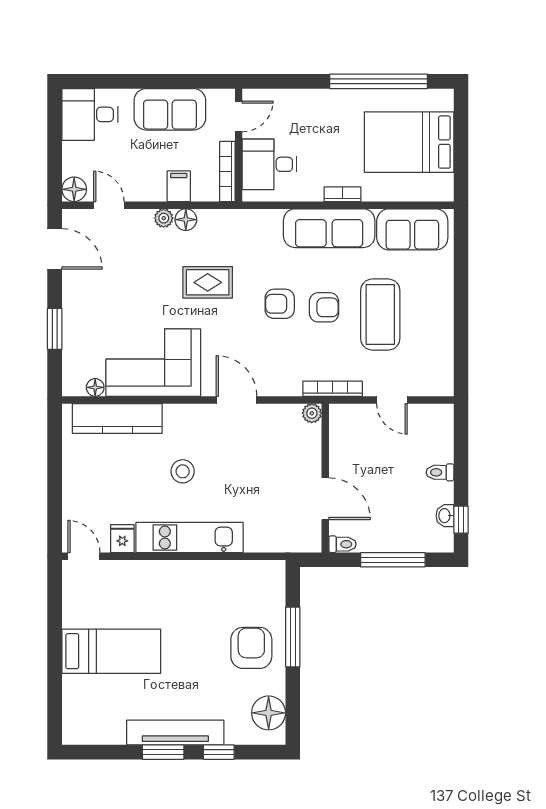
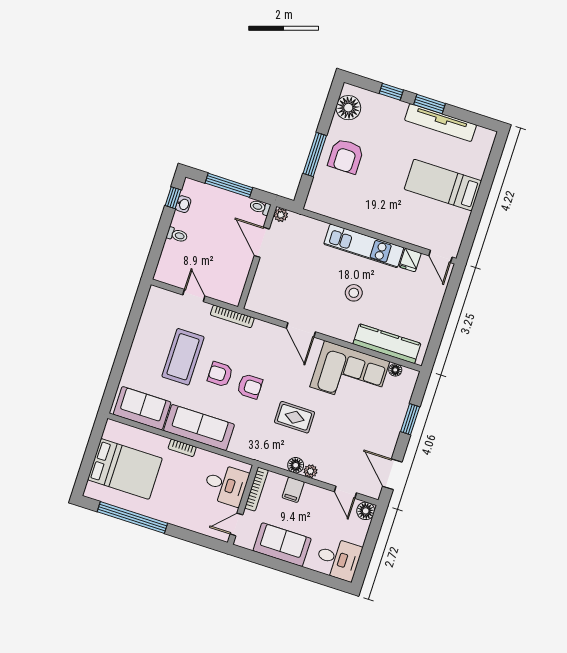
plant: (312, 413) -> (281, 215), moved
tv unit: (175, 732) -> (441, 123), moved

